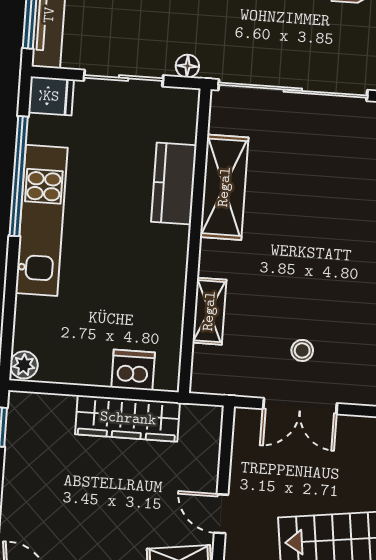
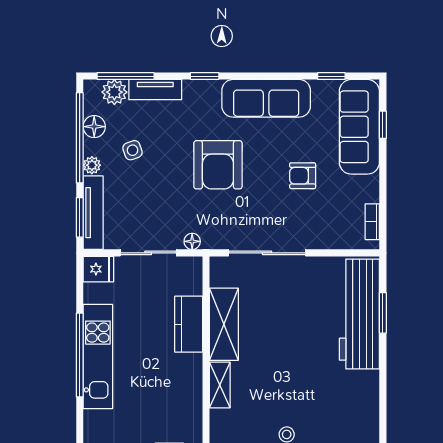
sliding door: (293, 90) -> (267, 253), width x0.73
window: (19, 176) -> (80, 355), moved
shelving: (209, 311) -> (220, 385), moved

